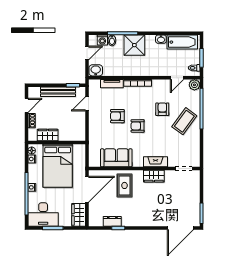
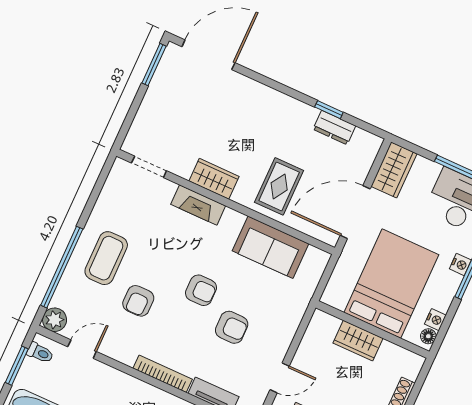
coffee table: (184, 121) -> (106, 258), turned -36
wardrobe: (48, 135) -> (358, 341), moved

